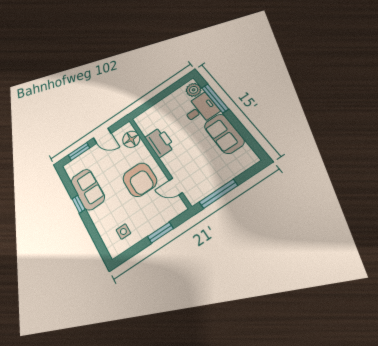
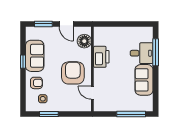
plant: (194, 90) -> (147, 36), removed
armchair: (140, 180) -> (73, 73), turned 180
window: (218, 194) -> (131, 114), moved
armchair: (106, 218) -> (36, 83), added
window: (160, 233) -> (49, 114), moved

